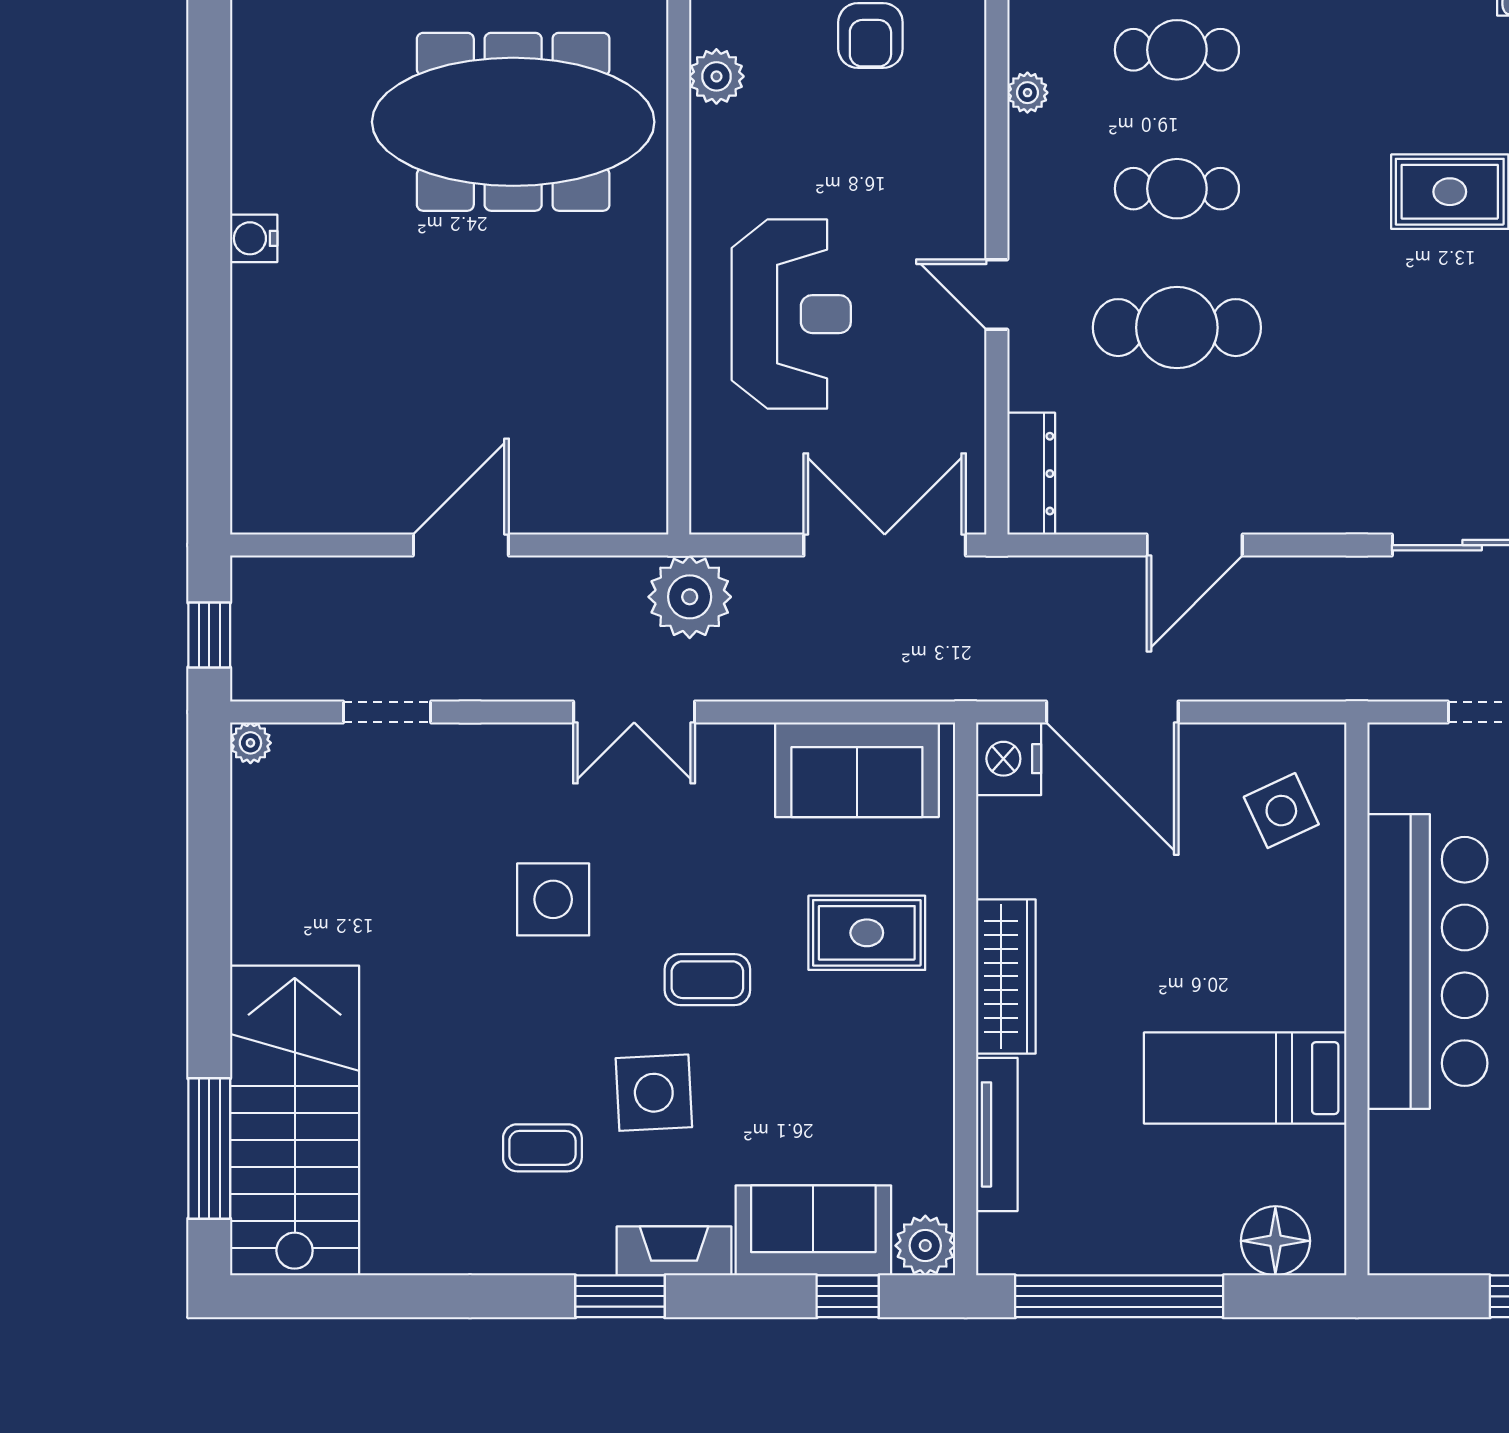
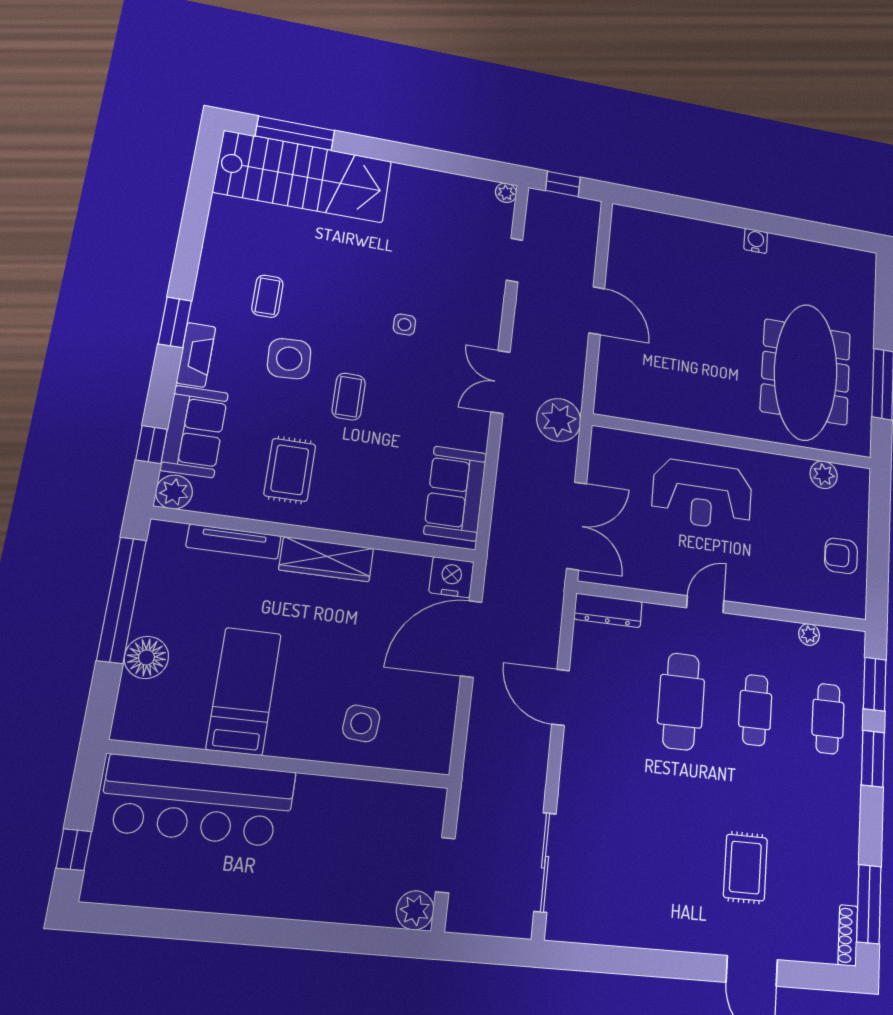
side table: (1281, 811) -> (361, 723), moved, turned 30
side table: (553, 899) -> (404, 325), width x0.54, depth x0.54
rug: (867, 933) -> (290, 470), moved
bar counter: (1427, 961) -> (198, 801), moved
floor lamp: (1275, 1241) -> (146, 657), moved

